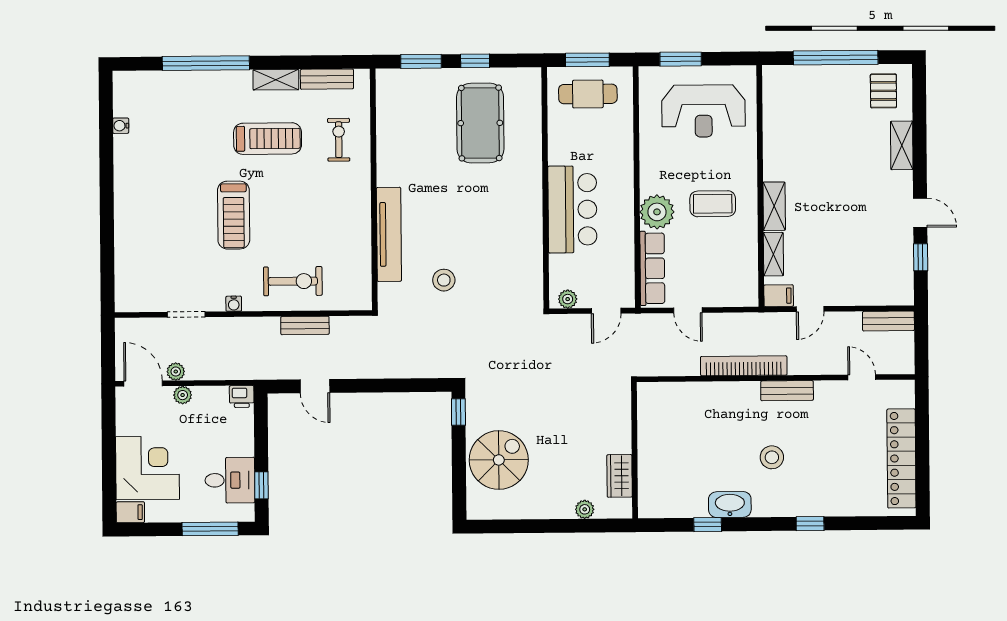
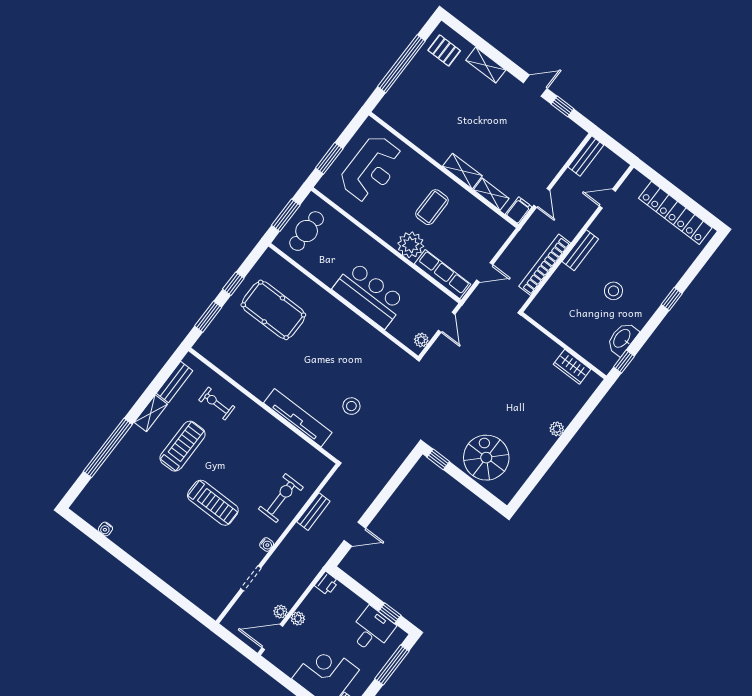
wall: (634, 450) -> (564, 346), moved
wardrobe: (620, 476) -> (572, 367), moved

